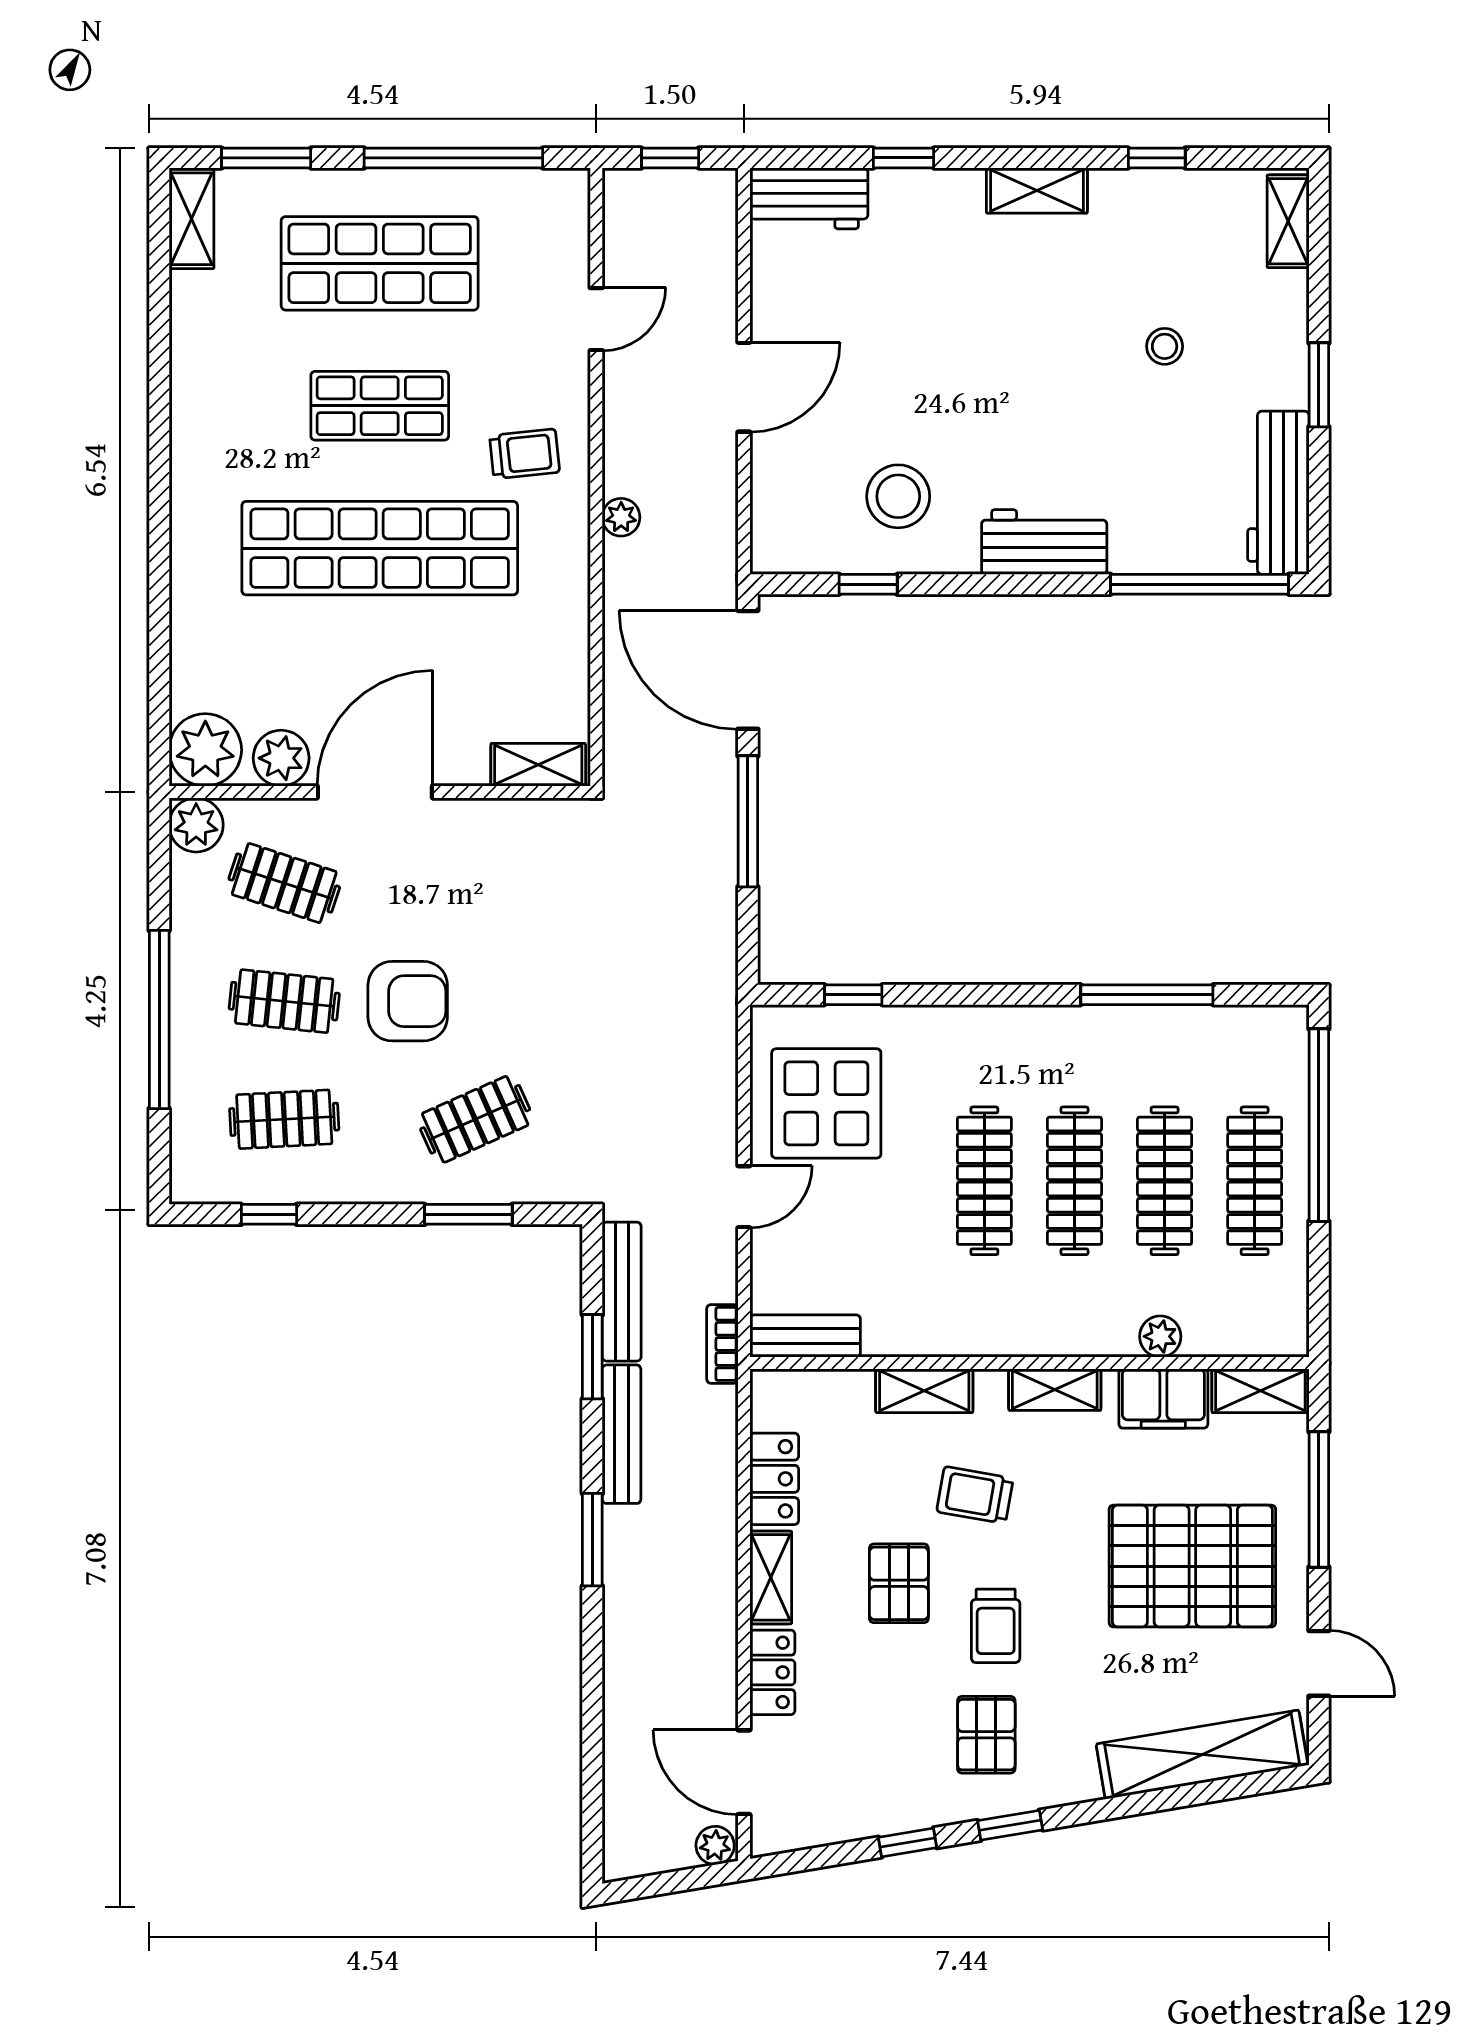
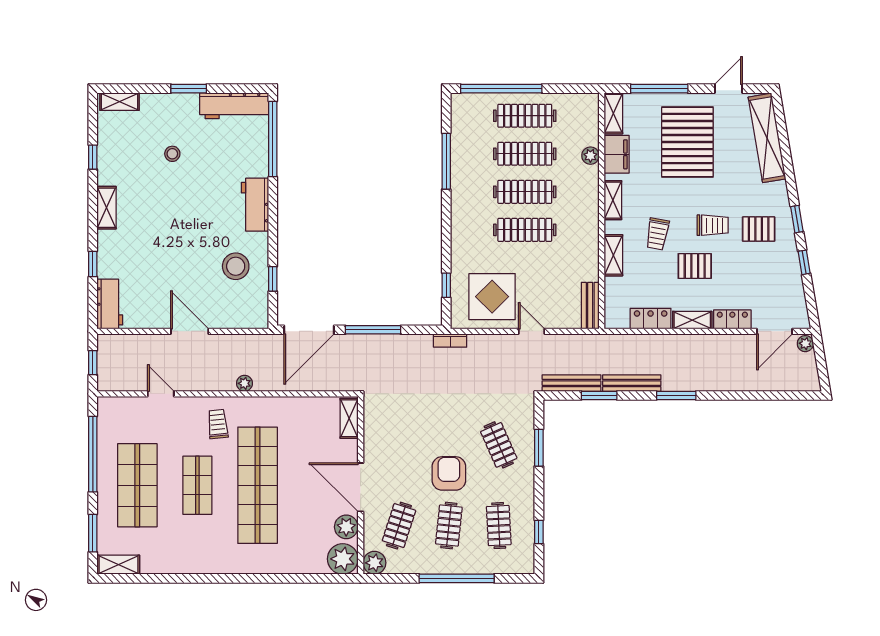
bookcase: (722, 1344) -> (450, 341), moved

